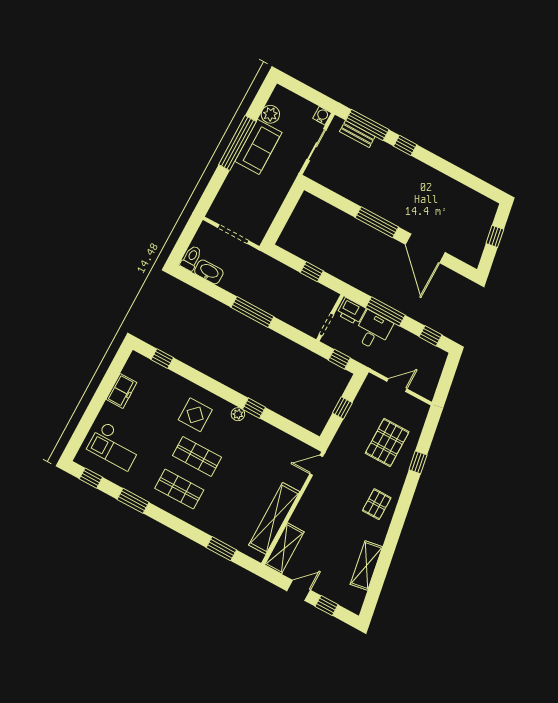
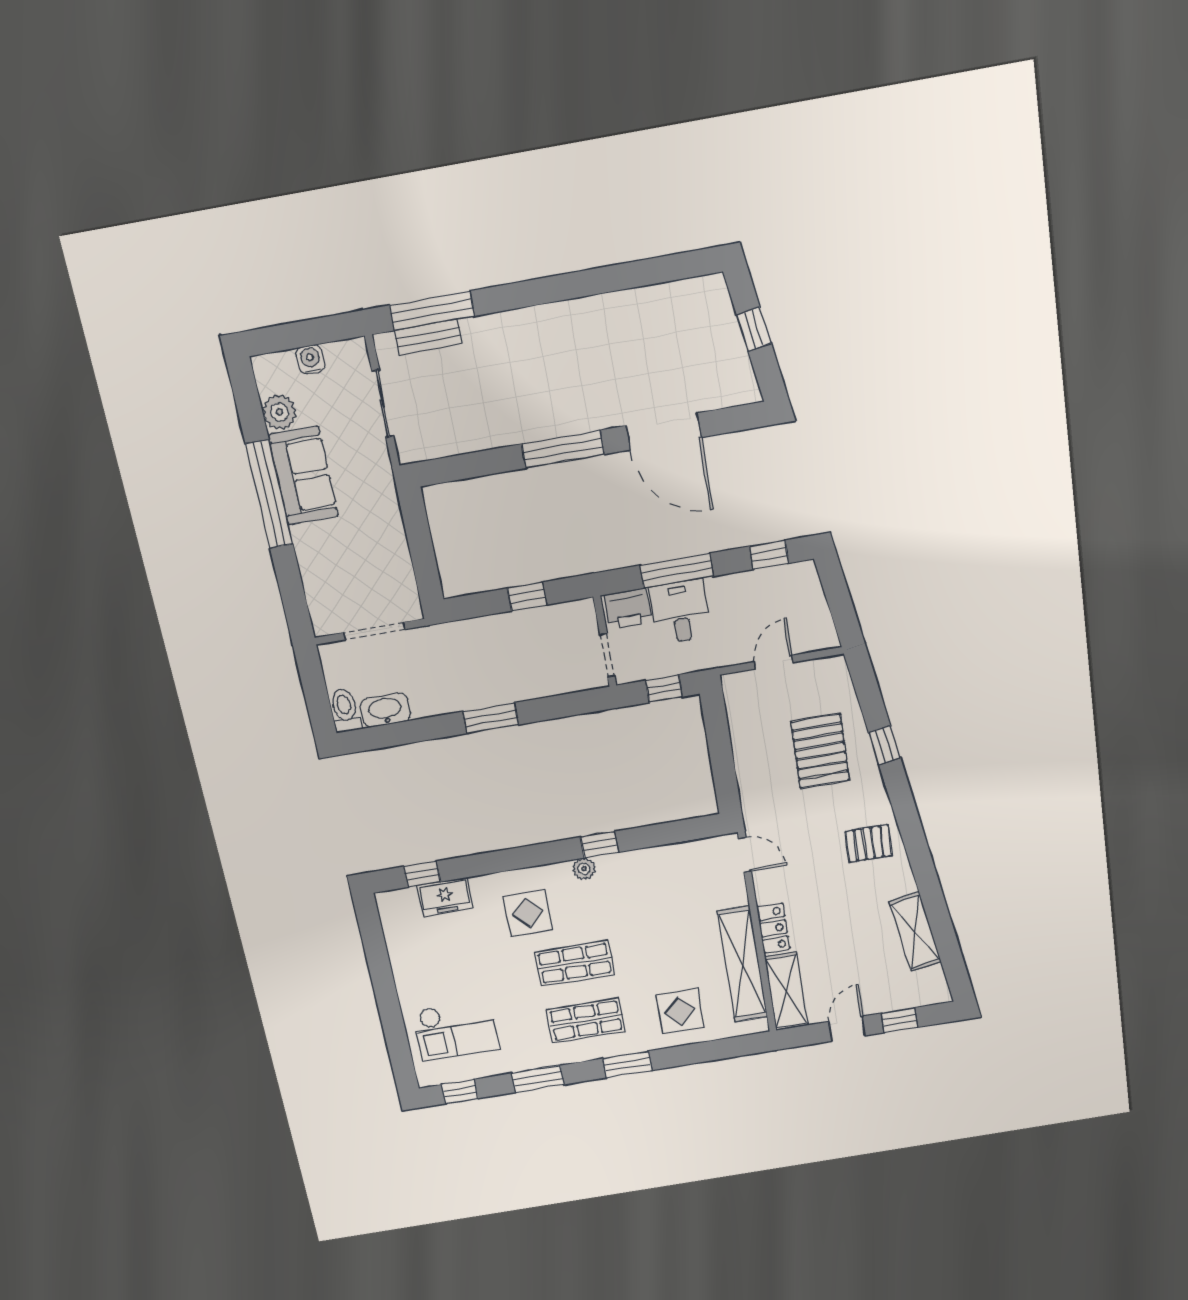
water cooler: (322, 116) -> (310, 359), moved
window: (405, 145) -> (512, 296), removed
window: (252, 312) -> (491, 718), width x0.69
freezer: (121, 391) -> (445, 897), moved, turned 90
window: (342, 408) -> (721, 752), removed
door: (316, 465) -> (745, 855), swing flipped
pallet: (377, 504) -> (869, 843), turned 90
locker: (302, 512) -> (773, 928), added
display table: (227, 519) -> (680, 1011), added
window: (221, 549) -> (627, 1064), moved

